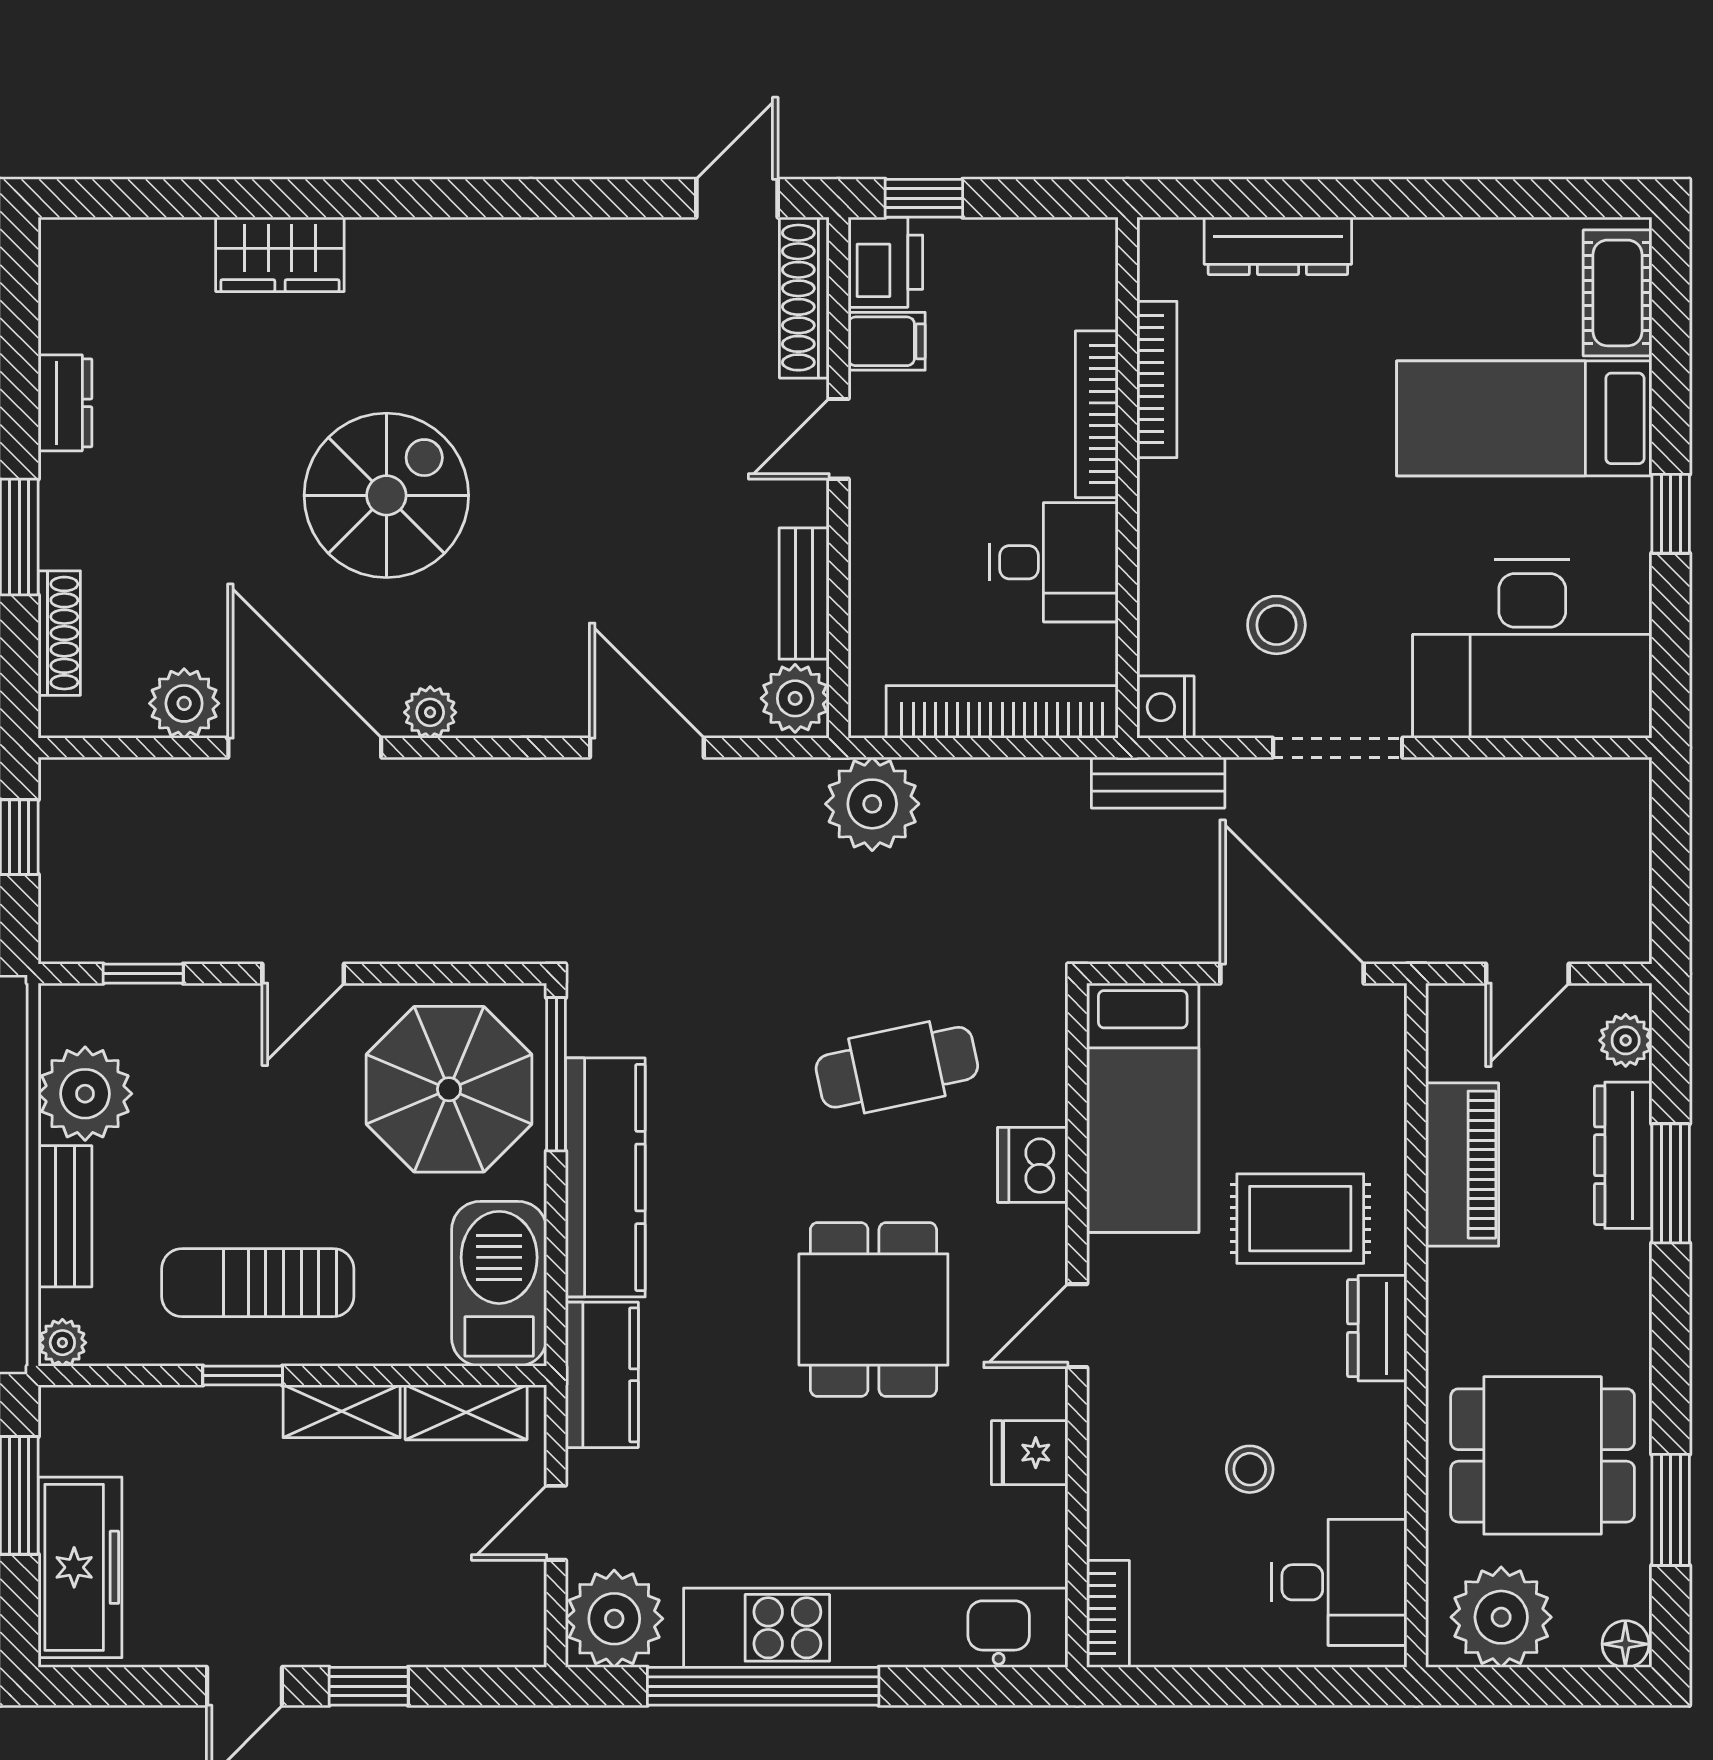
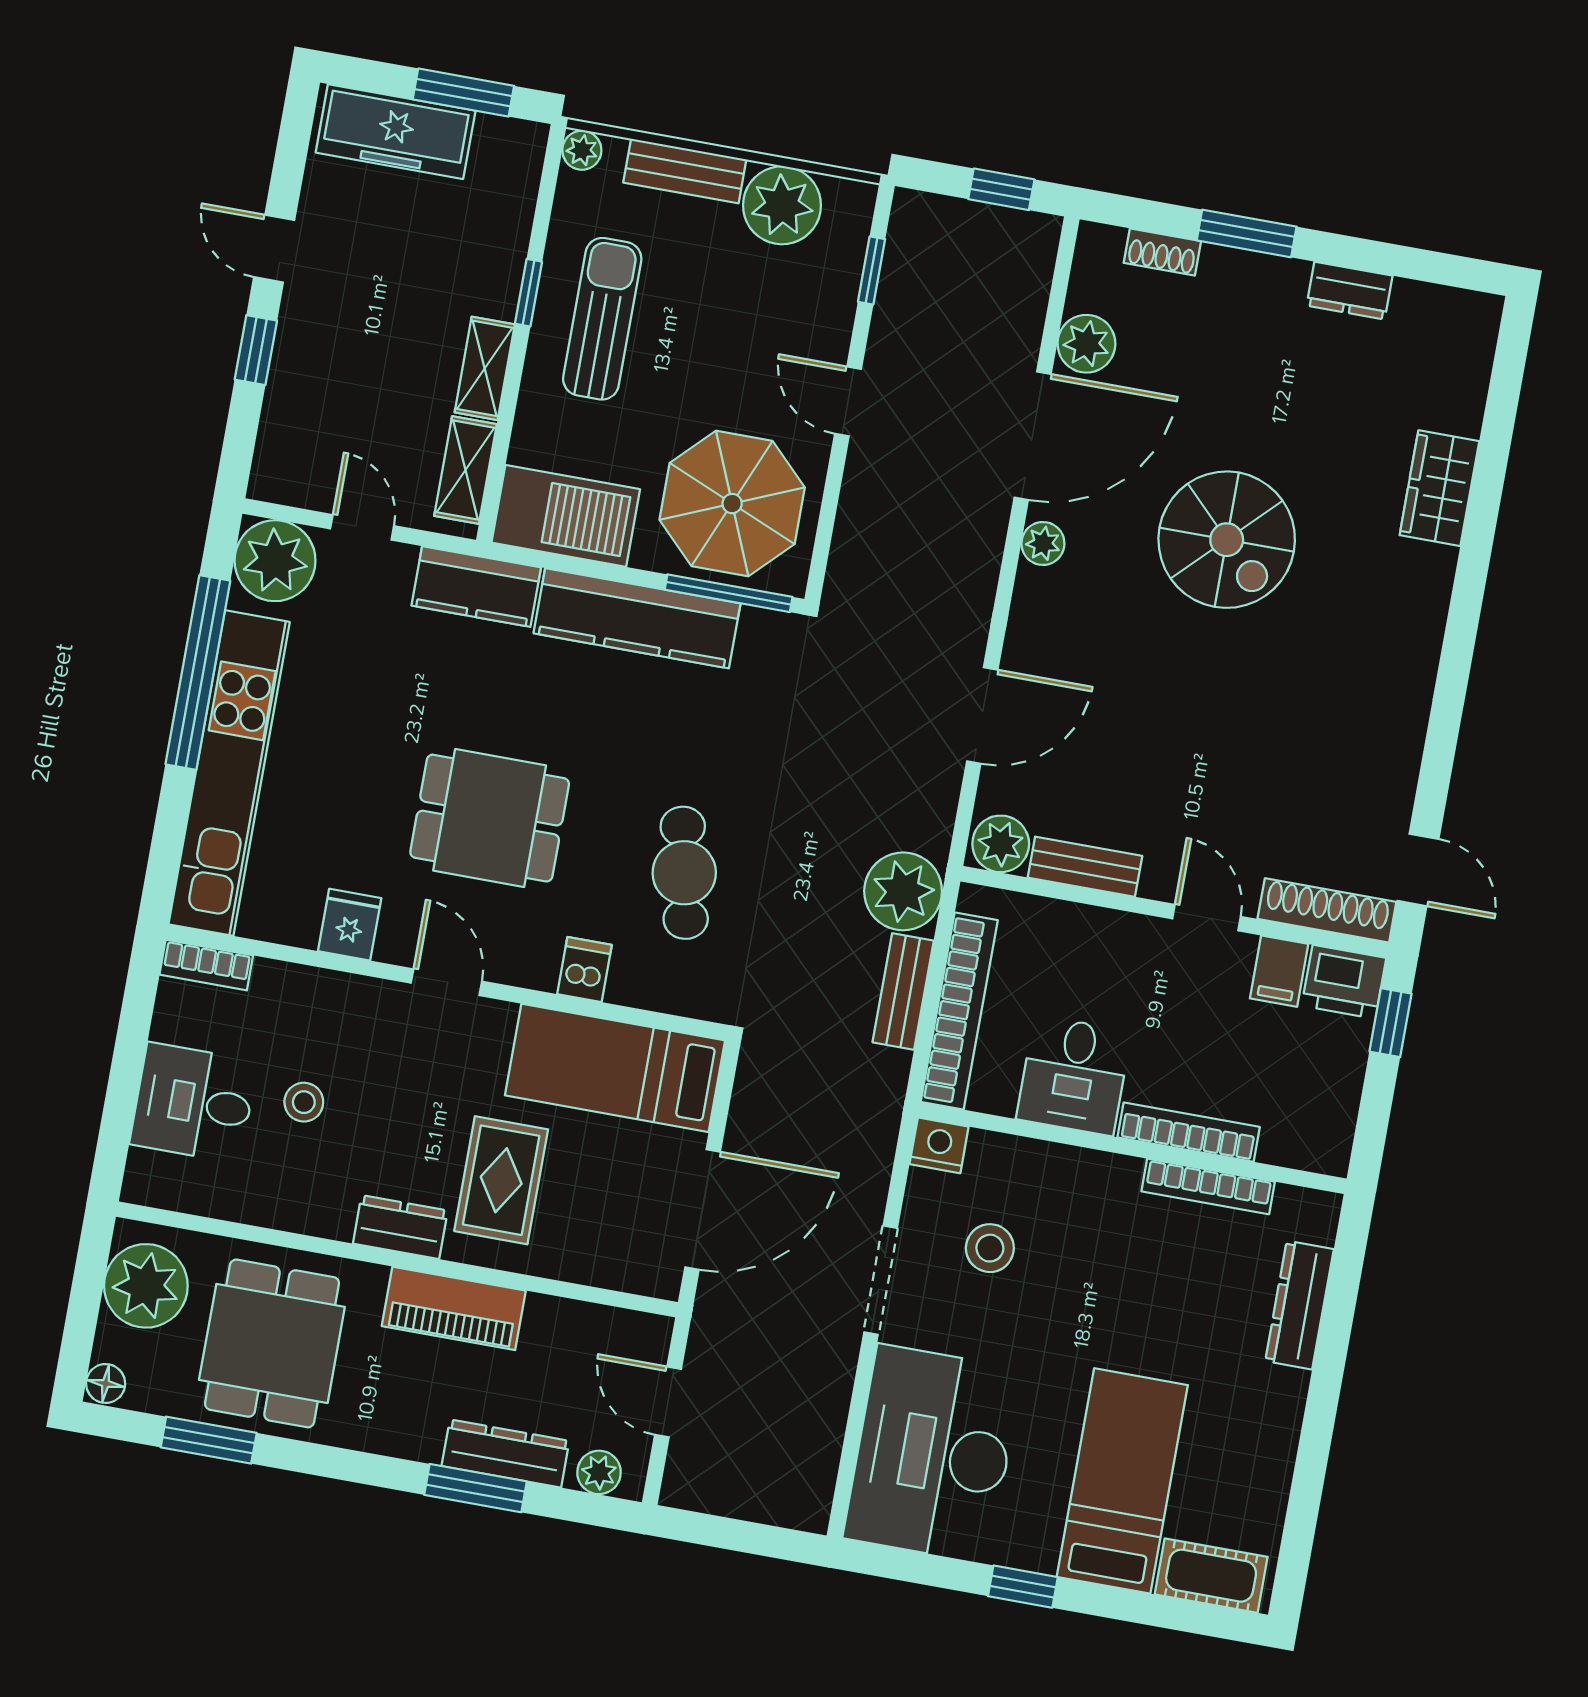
shoe rack: (59, 633) -> (1162, 252), width x0.70
bench: (1158, 783) -> (903, 991), moved
dishwasher: (1033, 1165) -> (584, 970), width x0.73
piano: (1462, 1165) -> (454, 1308), moved
desk: (1339, 1582) -> (194, 1103), moved, turned 90

